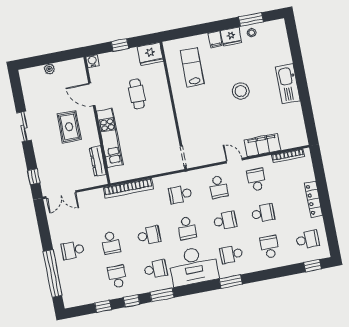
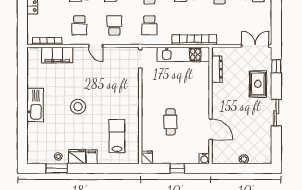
fridge: (150, 54) -> (147, 157), width x0.53, depth x0.75
lab bench: (192, 67) -> (117, 136), turned 180
rug: (69, 127) -> (258, 84), moved
kitchen unit: (110, 138) -> (183, 54), moved, turned -90
filing cabinet: (263, 145) -> (57, 55), moved
school desk: (180, 194) -> (149, 25), turned 90

